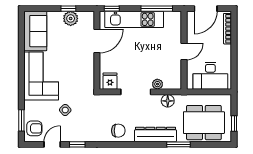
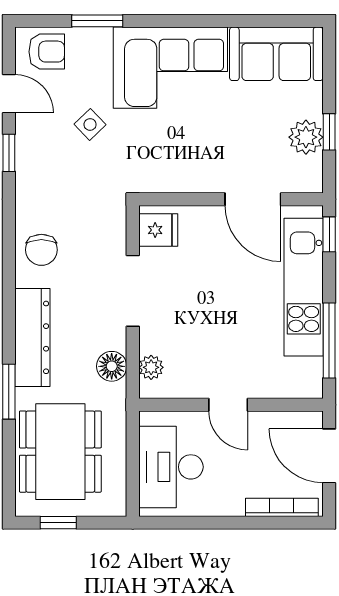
plant: (157, 84) -> (151, 367), moved
window: (21, 120) -> (97, 21), moved
armchair: (34, 128) -> (47, 52), turned -90

